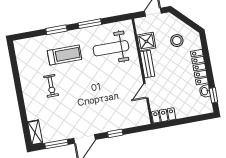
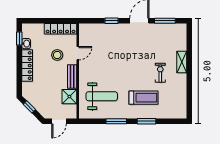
window: (189, 22) -> (29, 107), added
stool: (177, 41) -> (57, 55), moved
treadmill: (65, 55) -> (143, 98), turned 180
locker: (164, 115) -> (61, 29), width x1.53
shelving: (35, 133) -> (182, 62), moved

